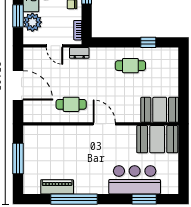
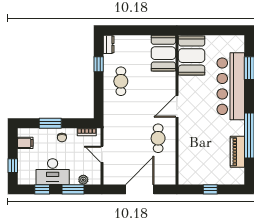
plant: (32, 22) -> (83, 180), width x0.53, depth x0.53
door: (55, 46) -> (102, 154), swing flipped
dresser: (79, 53) -> (109, 44), moved
window: (18, 158) -> (210, 189), width x0.46
bar counter: (135, 180) -> (231, 86), width x1.36

